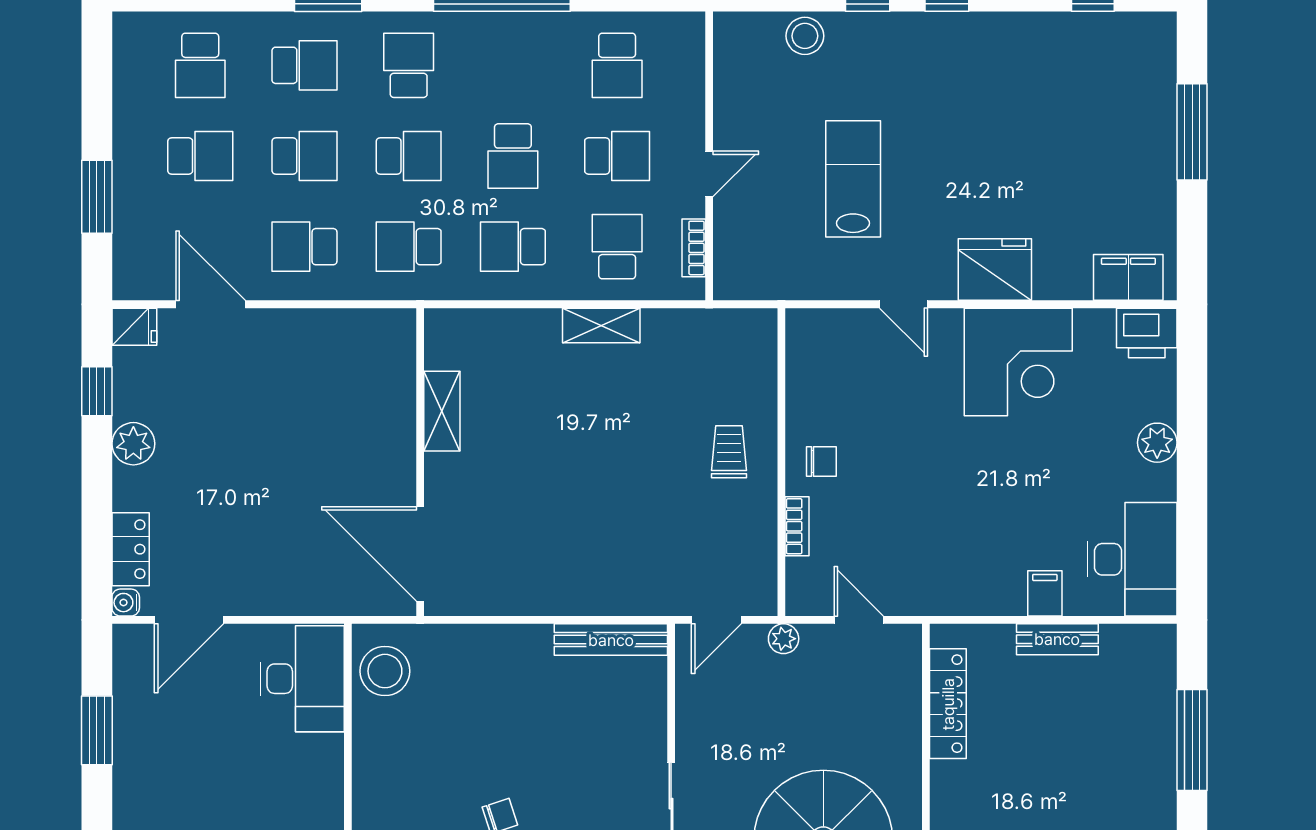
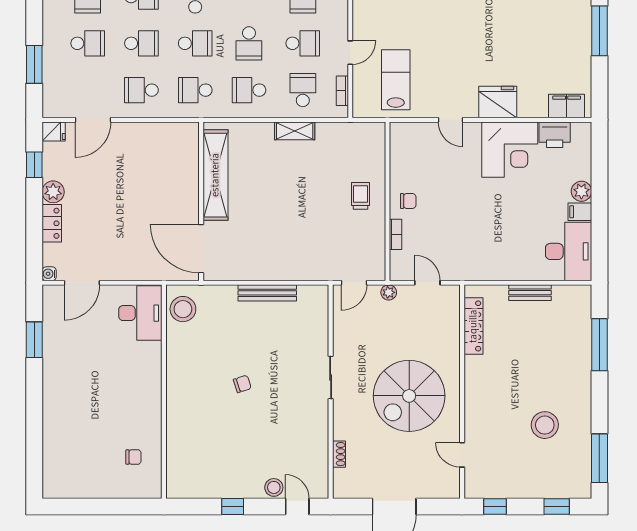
lab bench: (853, 179) -> (396, 80), moved
door: (211, 304) -> (93, 120), swing flipped
printer: (1147, 333) -> (555, 135), moved
shelving: (442, 411) -> (215, 175), width x2.20, depth x1.33
locker: (131, 549) -> (52, 223), moved
filing cabinet: (1045, 593) -> (580, 212), moved, turned -90
bench: (611, 640) -> (267, 293), moved

